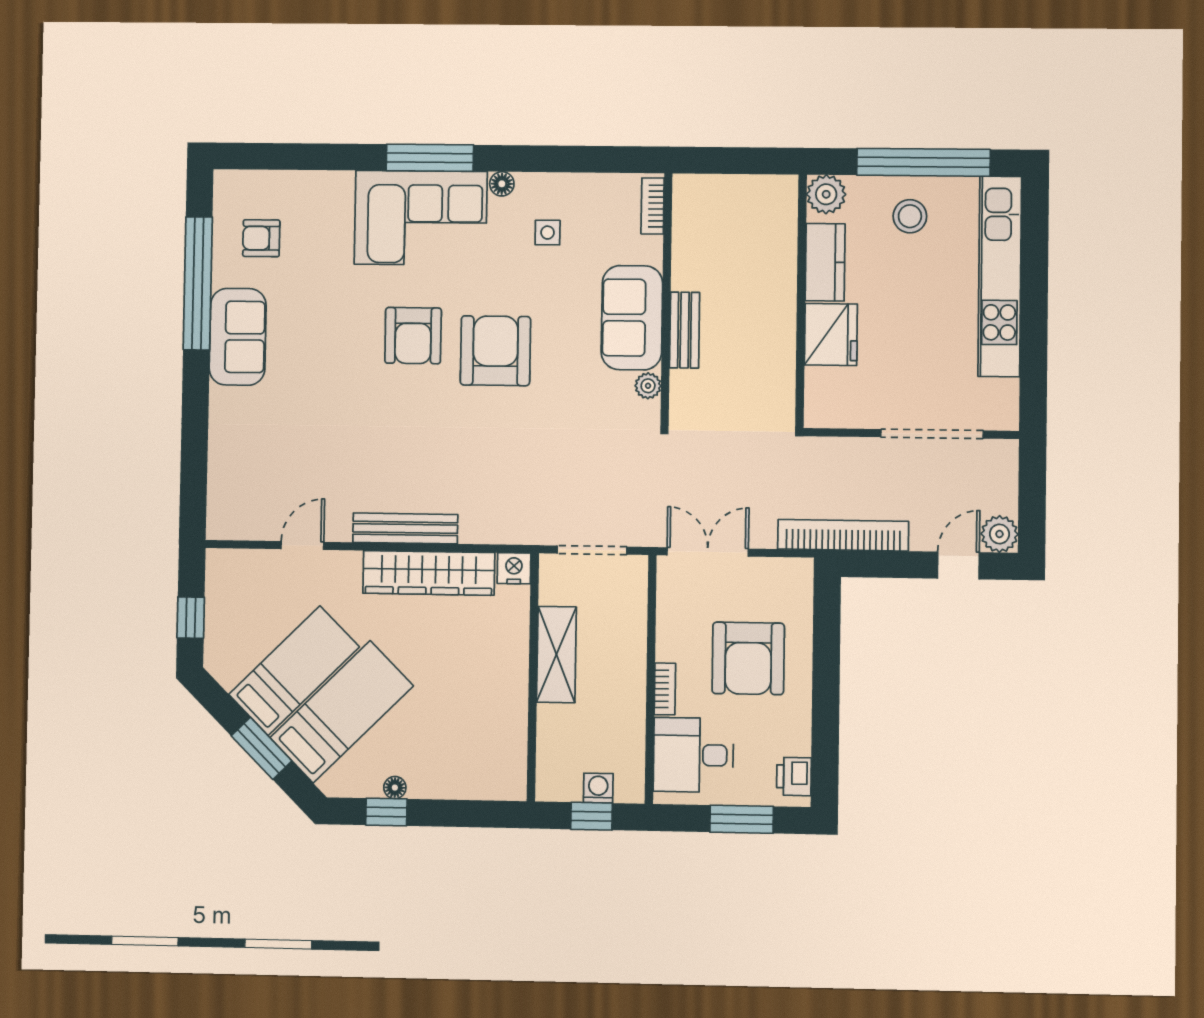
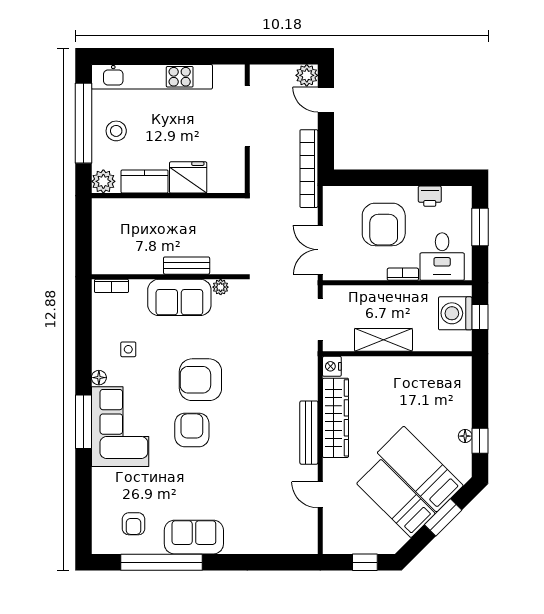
armchair: (413, 336) -> (192, 430), turned -90
armchair: (748, 658) -> (384, 224), turned 90
printer: (794, 776) -> (430, 196), moved
washing machine: (598, 788) -> (455, 313), width x1.89, depth x1.89

